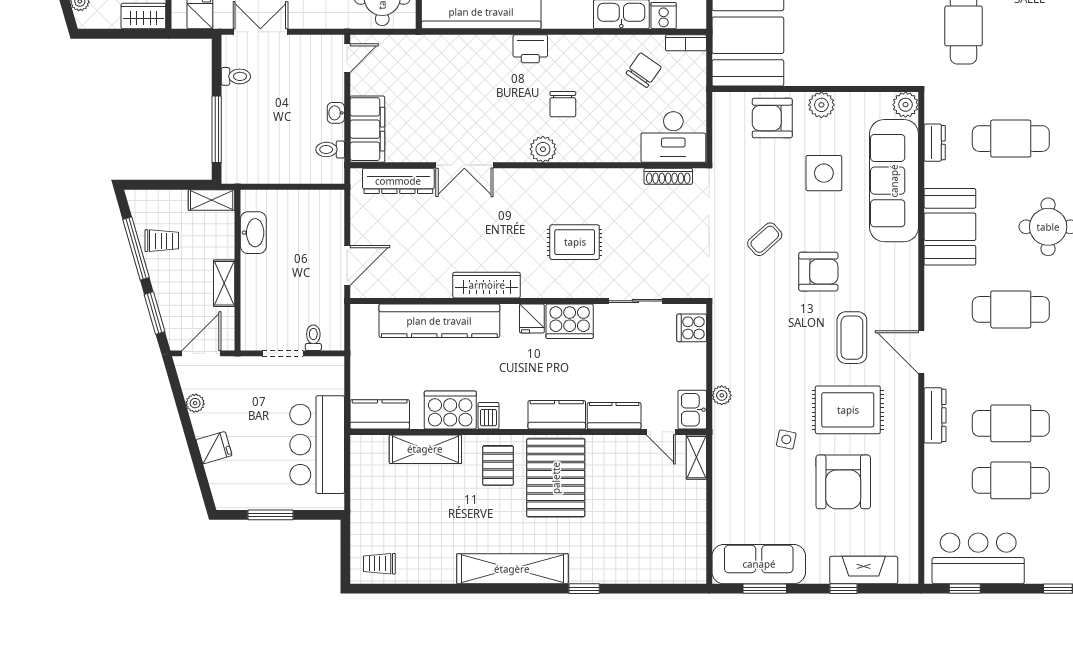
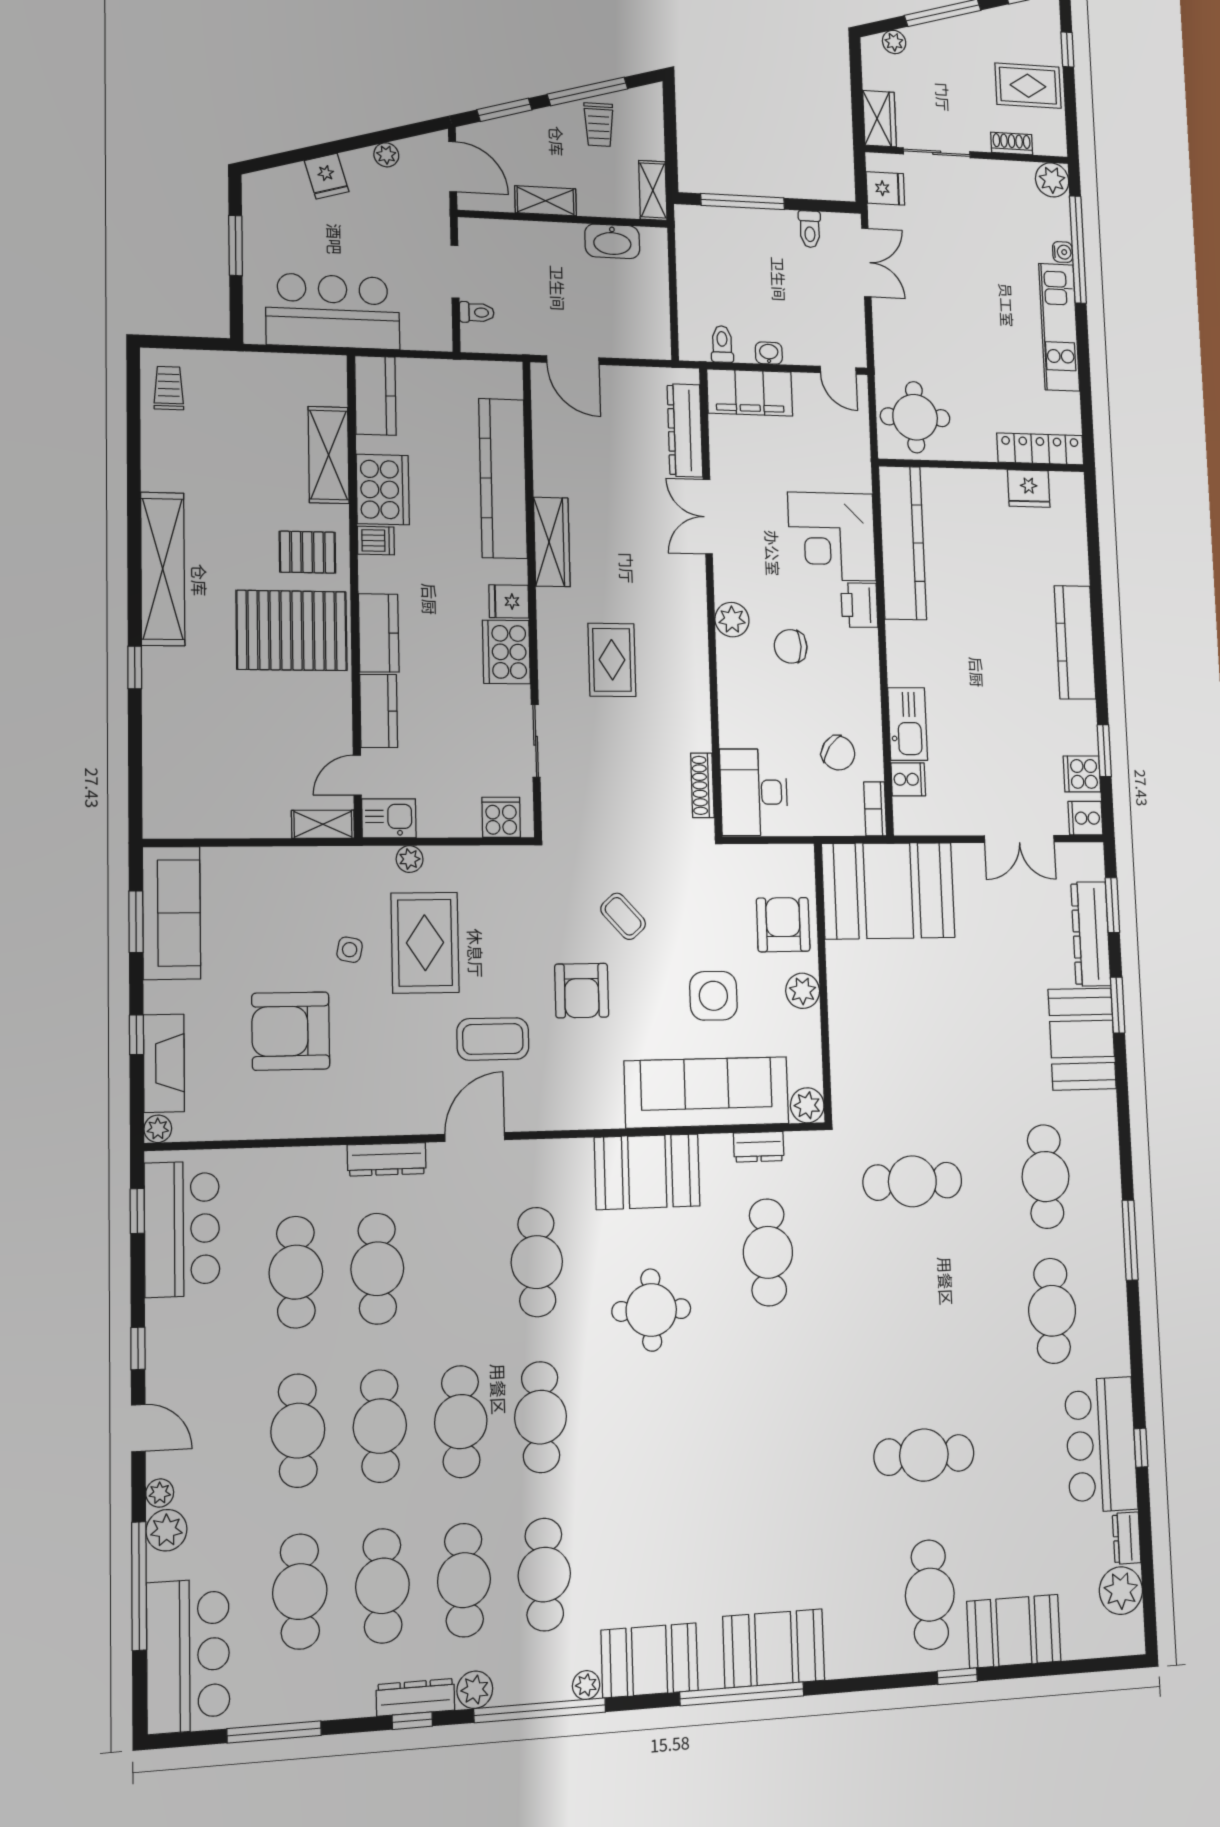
corner desk: (478, 68) -> (832, 536), added
rug: (848, 410) -> (425, 943), moved
plant: (909, 574) -> (158, 1129), added

